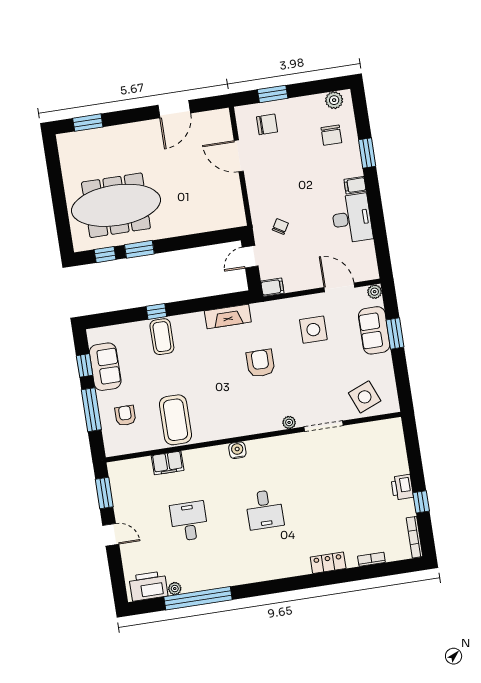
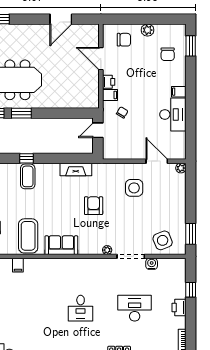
window: (273, 94) -> (131, 19), removed
plant: (334, 100) -> (147, 30), moved
window: (367, 153) -> (191, 46), moved
printer: (255, 187) -> (109, 82), added
filing cabinet: (272, 287) -> (110, 95), moved
sofa: (374, 330) -> (61, 245), moved, turned 90
window: (395, 333) -> (191, 234), moved
water cooler: (237, 450) -> (152, 264), moved
filing cabinet: (168, 463) -> (18, 265), width x0.50
window: (421, 502) -> (191, 290), moved
desk: (189, 521) -> (135, 308), moved, width x1.37

